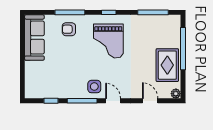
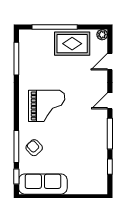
window: (109, 12) -> (16, 177), moved
armchair: (69, 29) -> (34, 148), turned 137
side table: (94, 87) -> (95, 121), removed

